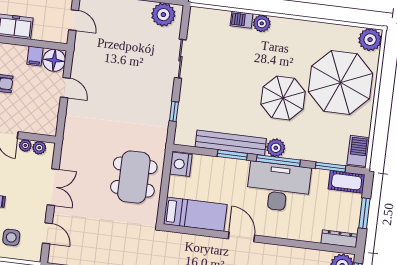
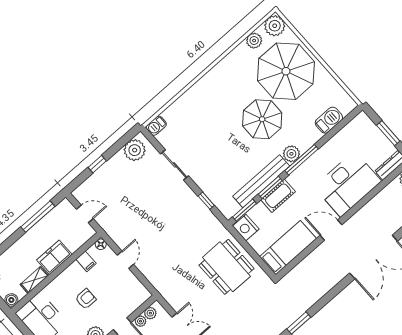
barbecue: (242, 20) -> (156, 126), moved
plant: (262, 23) -> (254, 41), moved
floor lamp: (54, 60) -> (101, 244), width x0.53, depth x0.53
door: (65, 88) -> (125, 260), hinge flipped
barbecue: (358, 151) -> (329, 120), moved, turned 90
window: (331, 167) -> (244, 210), moved
cot: (347, 182) -> (278, 196), moved
desk: (278, 187) -> (348, 184), moved, turned 180

